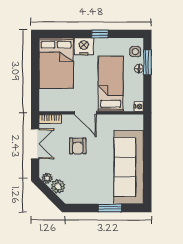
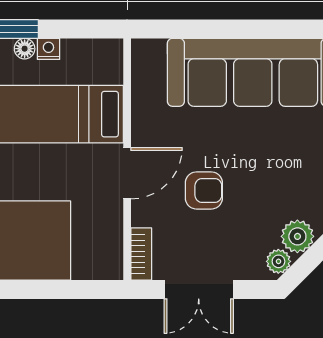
nightstand: (139, 106) -> (48, 49), moved
double door: (35, 144) -> (199, 289), swing flipped

